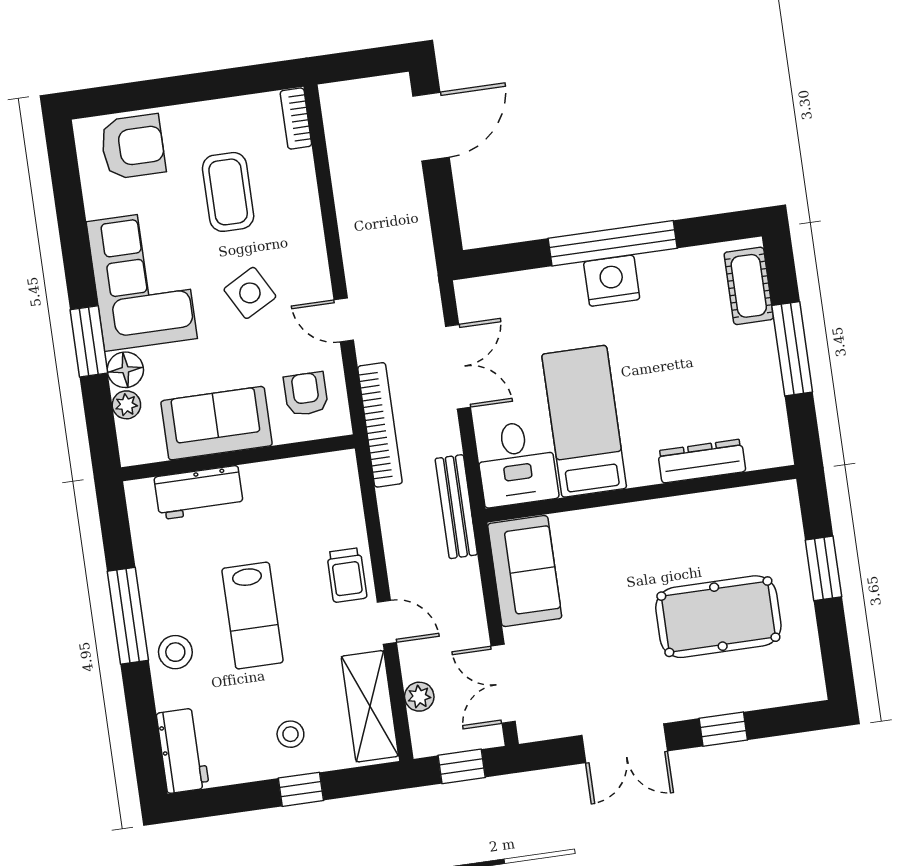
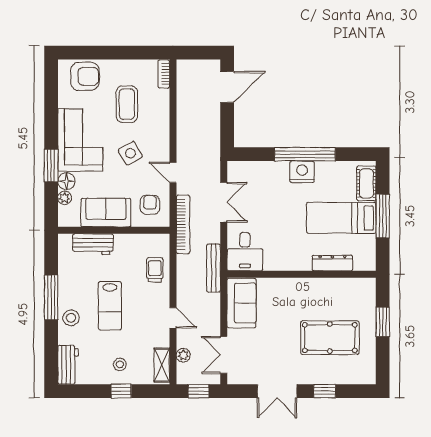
bed: (584, 421) -> (341, 218), moved, turned -90
trolley: (347, 575) -> (155, 270), moved, turned 180
shelving: (370, 706) -> (162, 365), width x0.67, depth x0.75

